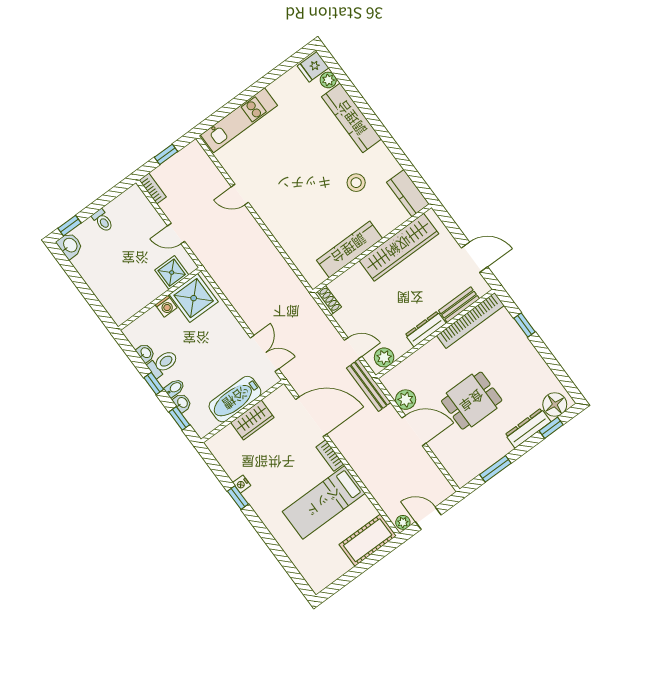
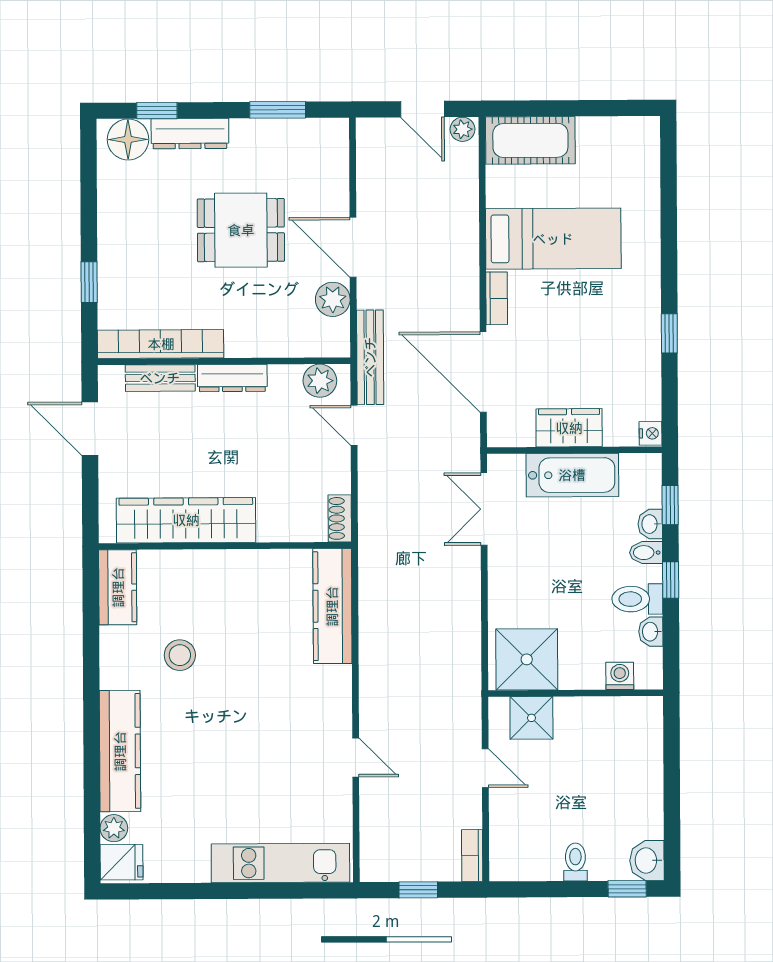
kitchen counter: (349, 249) -> (332, 606), moved, turned 90
washing machine: (166, 306) -> (620, 676), moved
nightstand: (242, 484) -> (651, 433), moved

